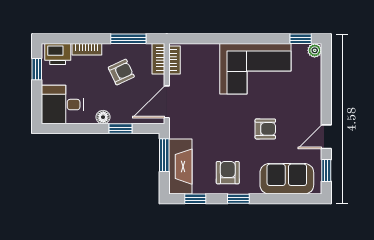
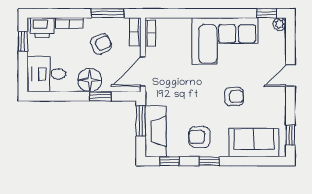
floor lamp: (103, 117) -> (90, 80), width x1.89, depth x1.89
door: (326, 137) -> (290, 76), moved
armchair: (228, 173) -> (199, 137), turned -90

